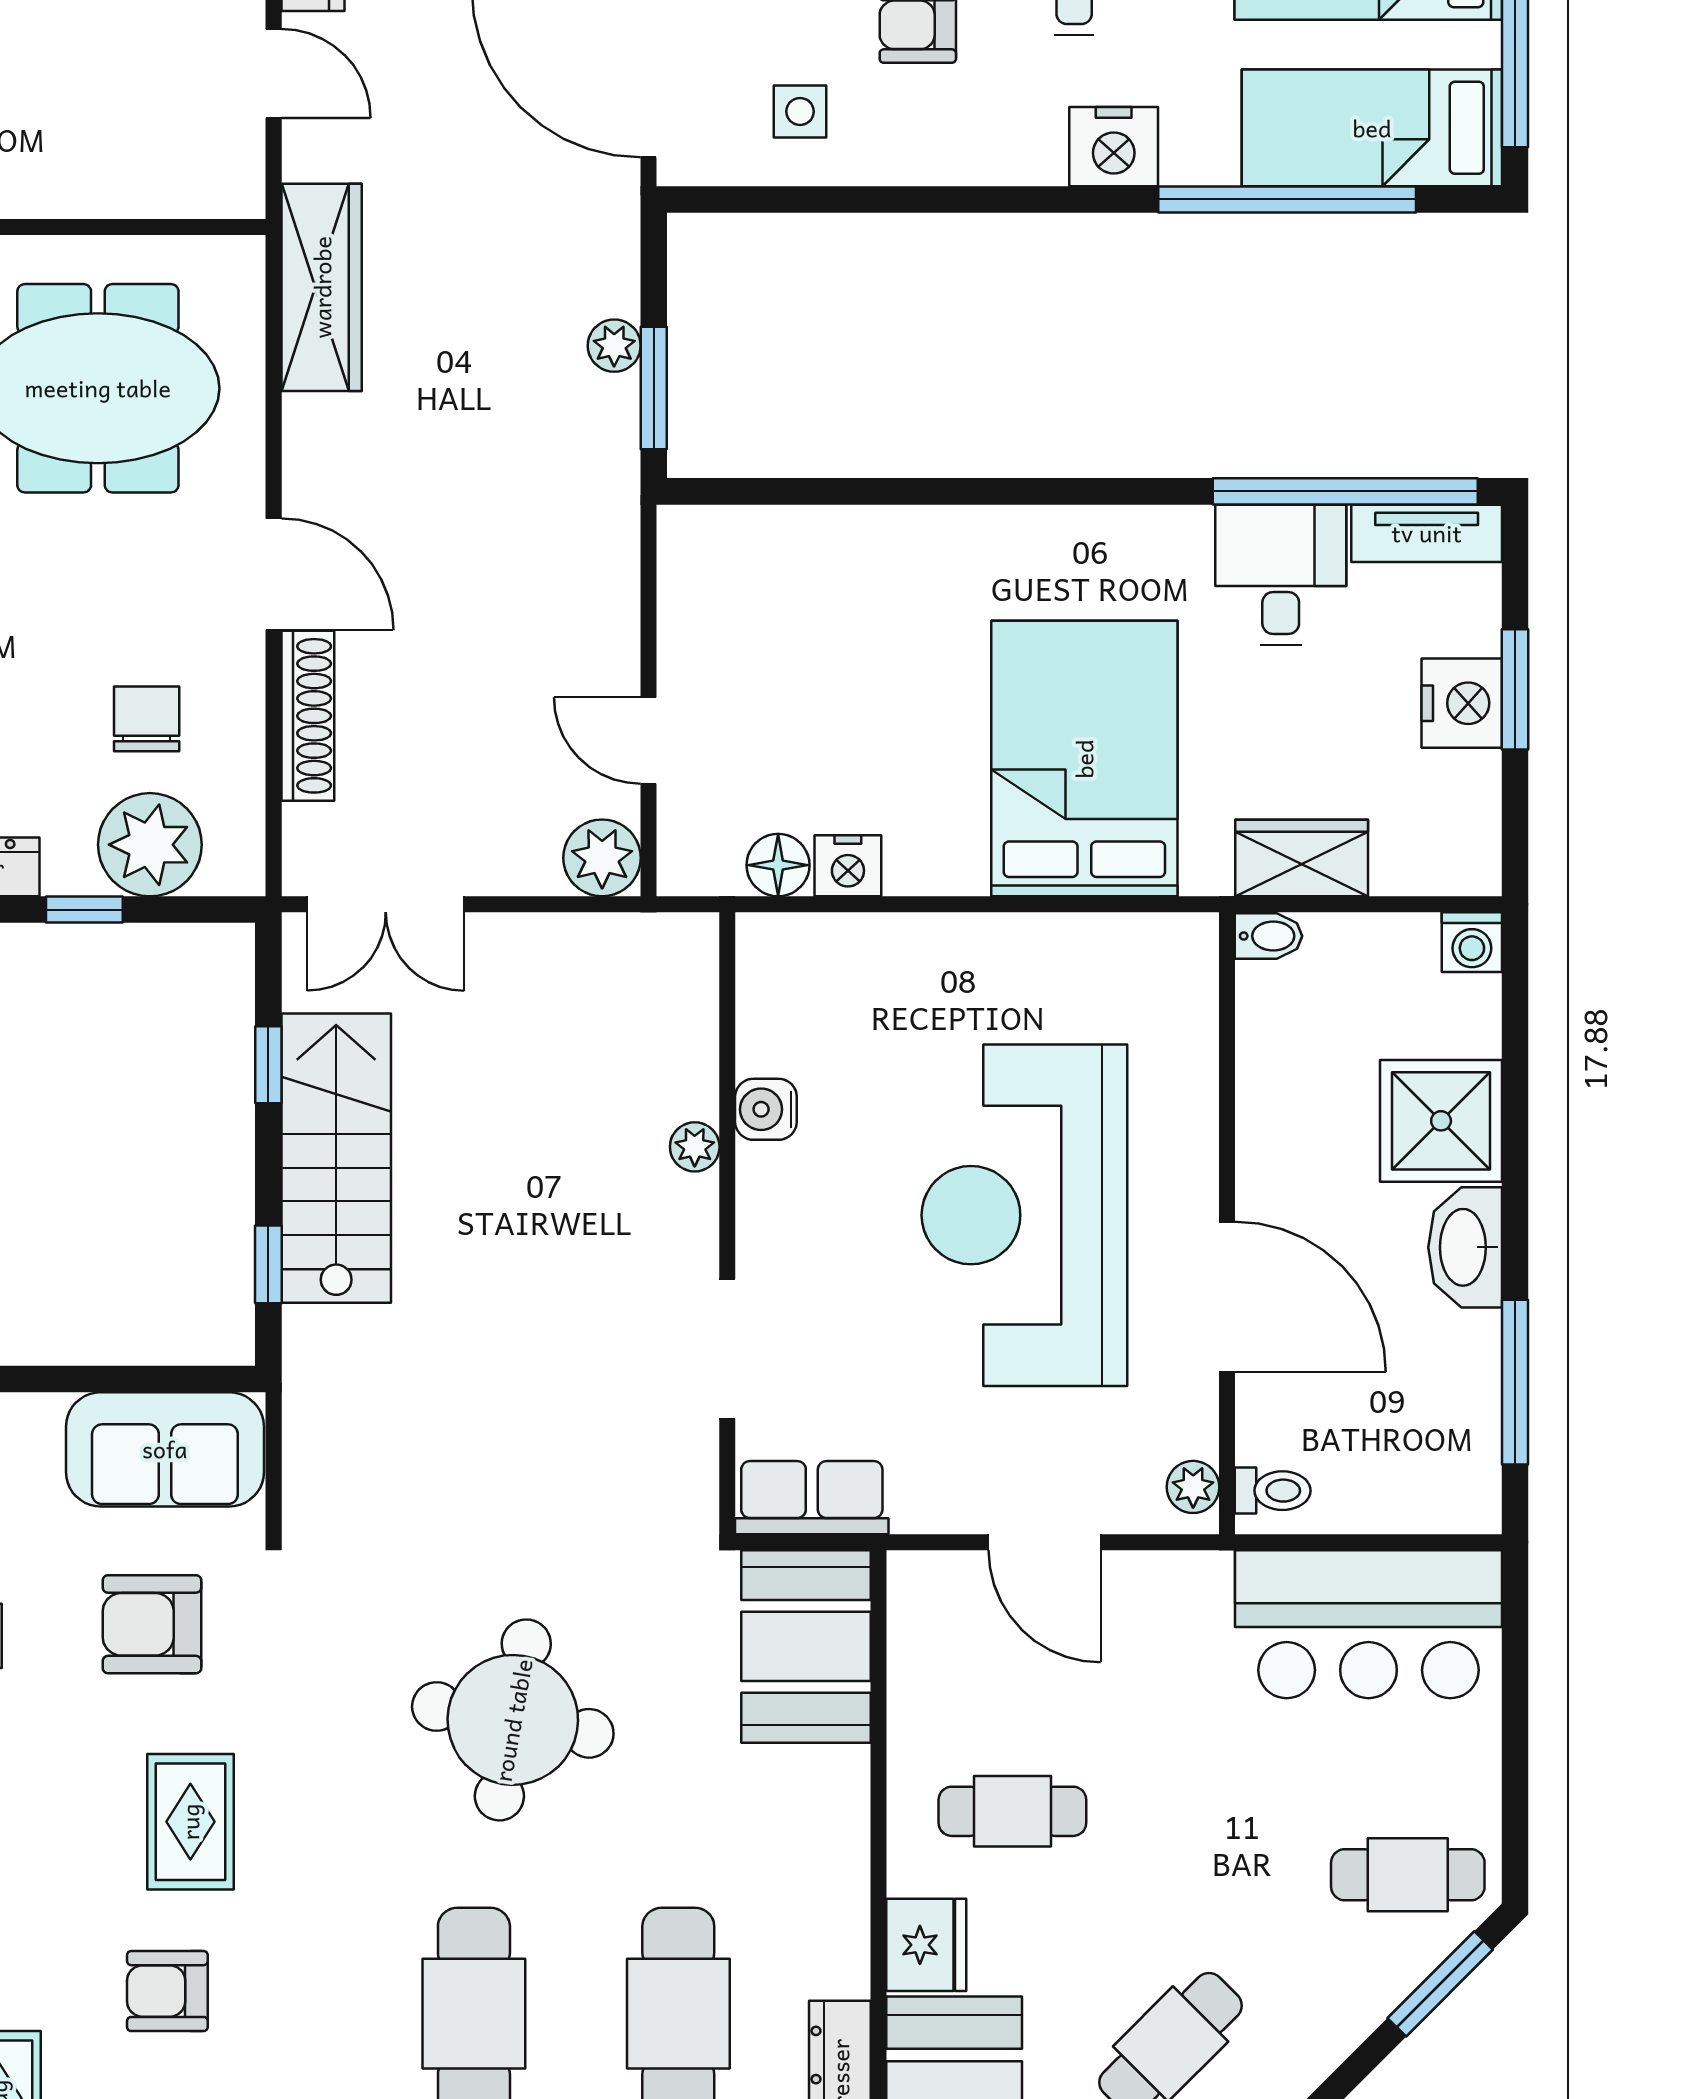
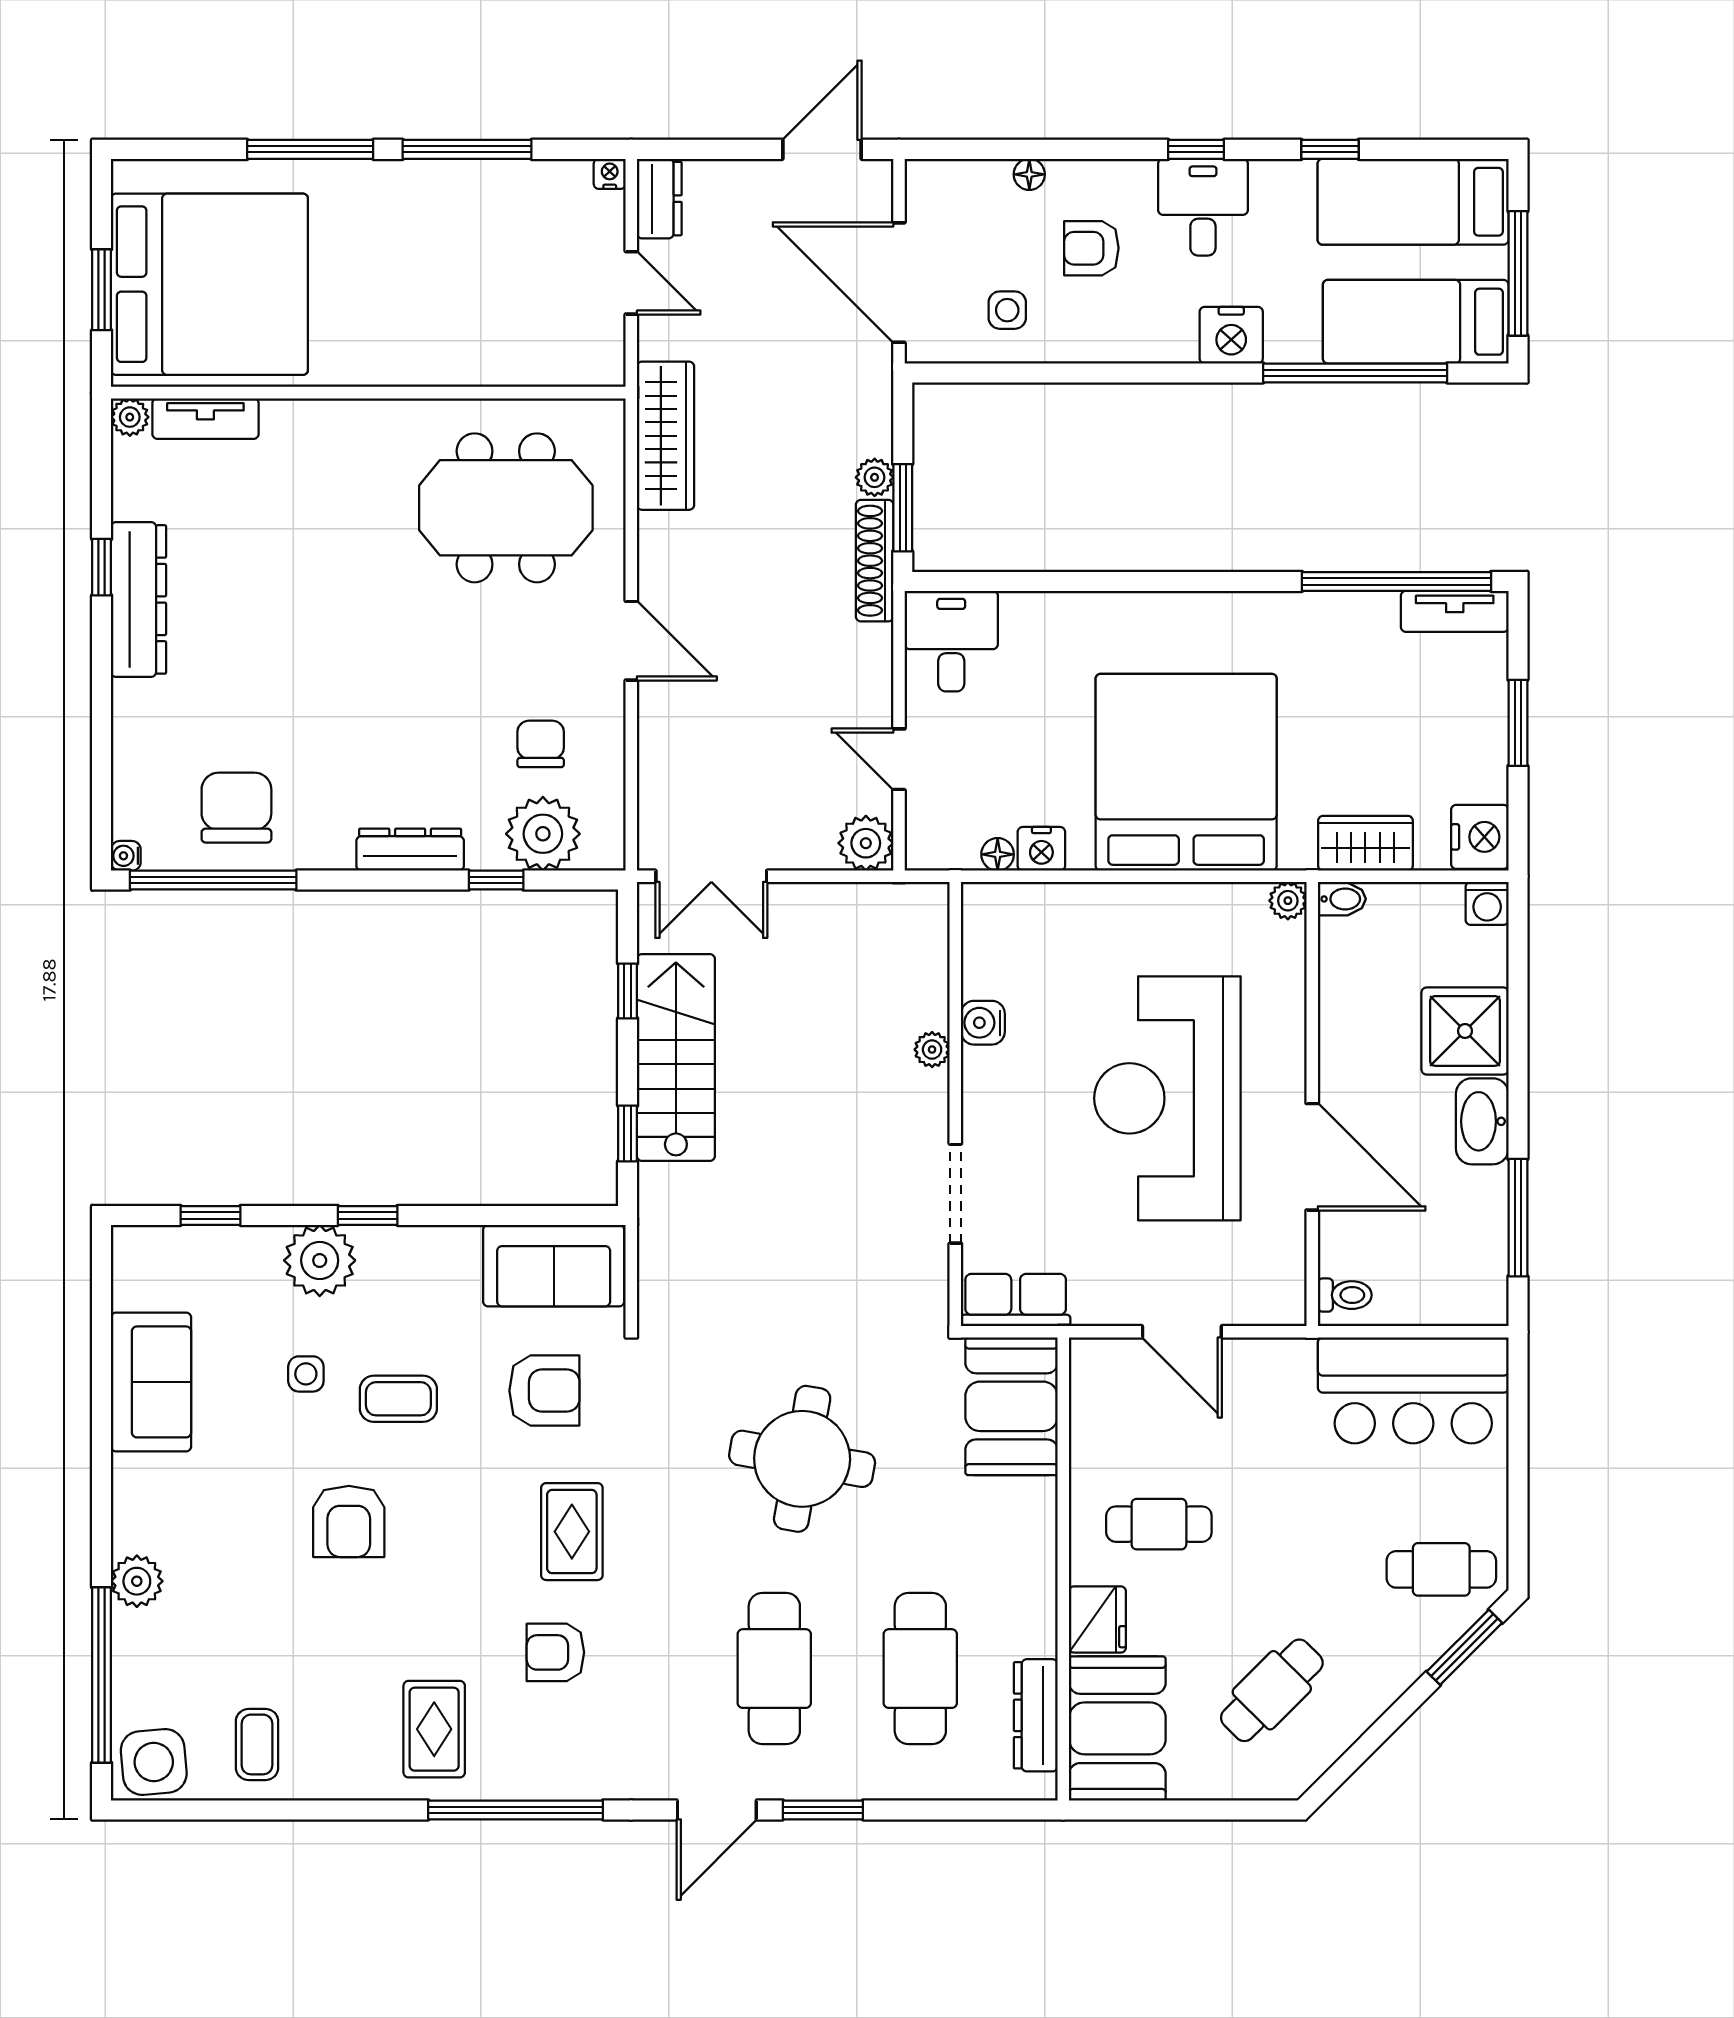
desk: (1281, 575) -> (951, 641), moved
nightstand: (1462, 703) -> (1480, 837), moved
shoe rack: (308, 716) -> (875, 561), moved, turned 180
bed: (1084, 759) -> (1186, 772), width x1.36
floor lamp: (778, 865) -> (998, 854), width x0.73, depth x0.73
plant: (1193, 1487) -> (1288, 901), moved
armchair: (152, 1624) -> (544, 1391), turned 180

